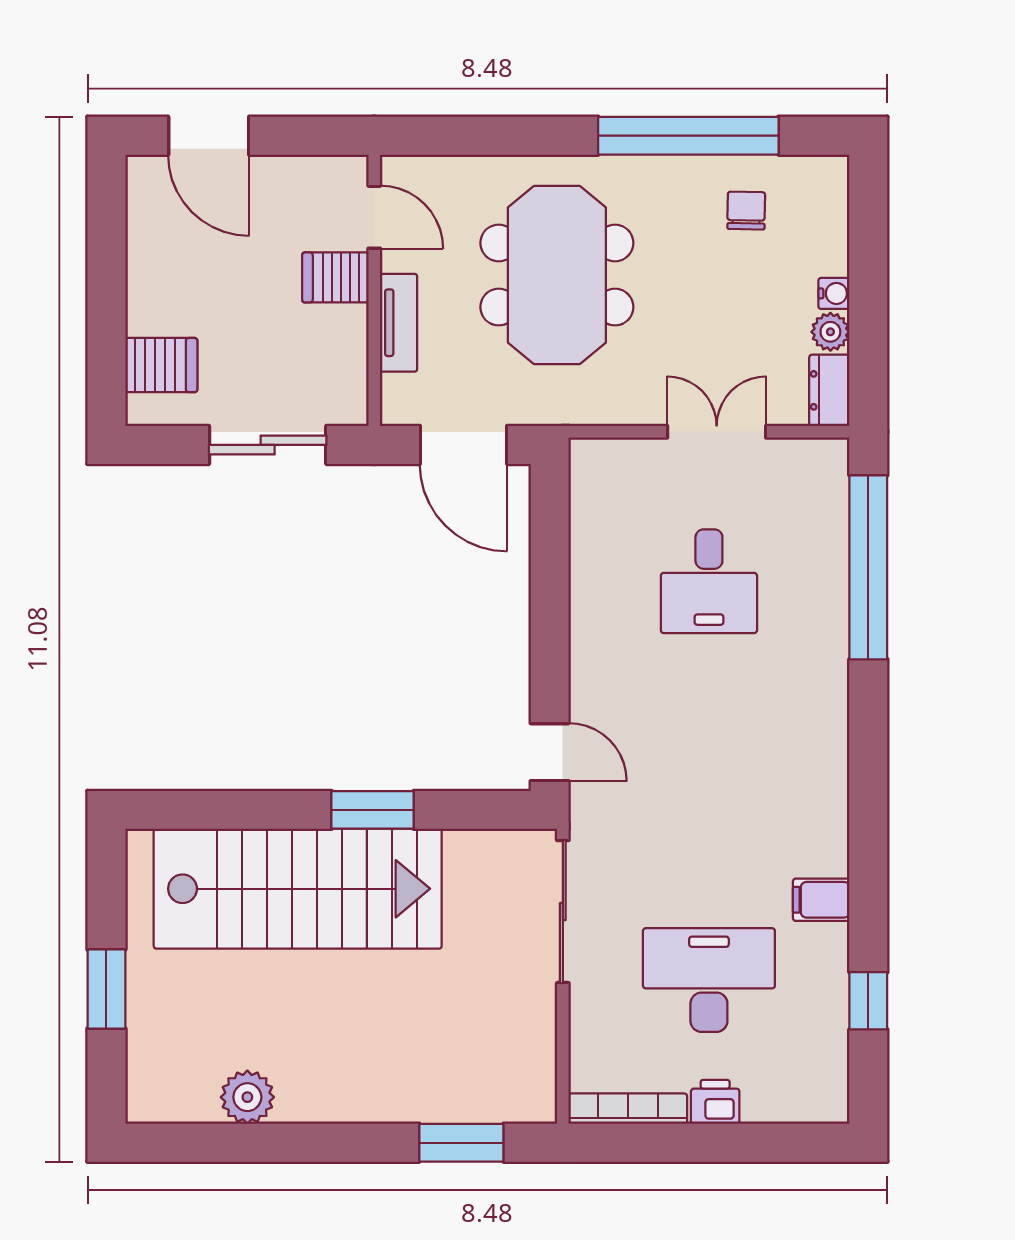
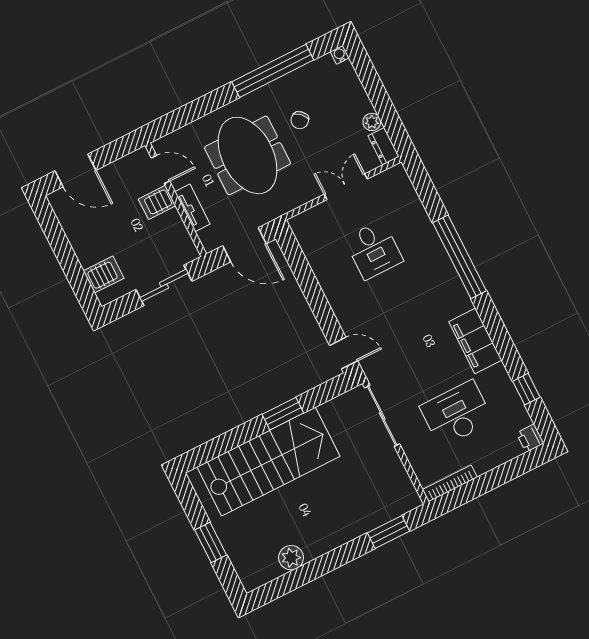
chair: (746, 211) -> (300, 120), moved, turned -136
water cooler: (834, 293) -> (340, 55), moved, turned -90
window: (868, 567) -> (459, 257), moved
filing cabinet: (821, 900) -> (475, 341), width x3.00, depth x1.17
printer: (715, 1102) -> (530, 438), moved, turned -90

